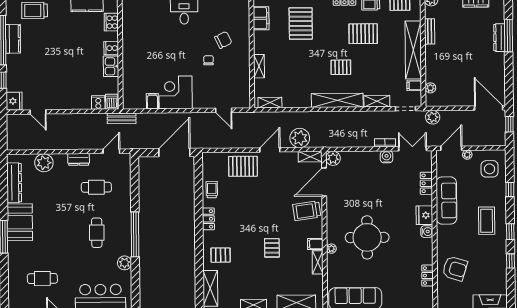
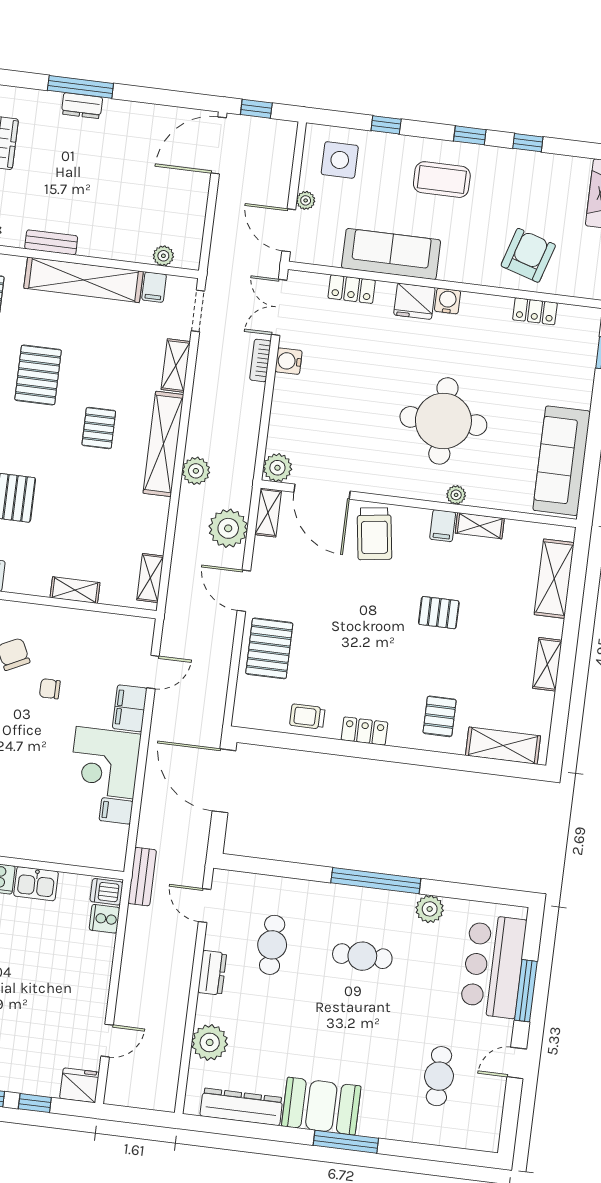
dresser: (499, 38) -> (82, 106), width x0.70
filing cabinet: (204, 101) -> (130, 708), added
plant: (433, 117) -> (196, 471), moved

